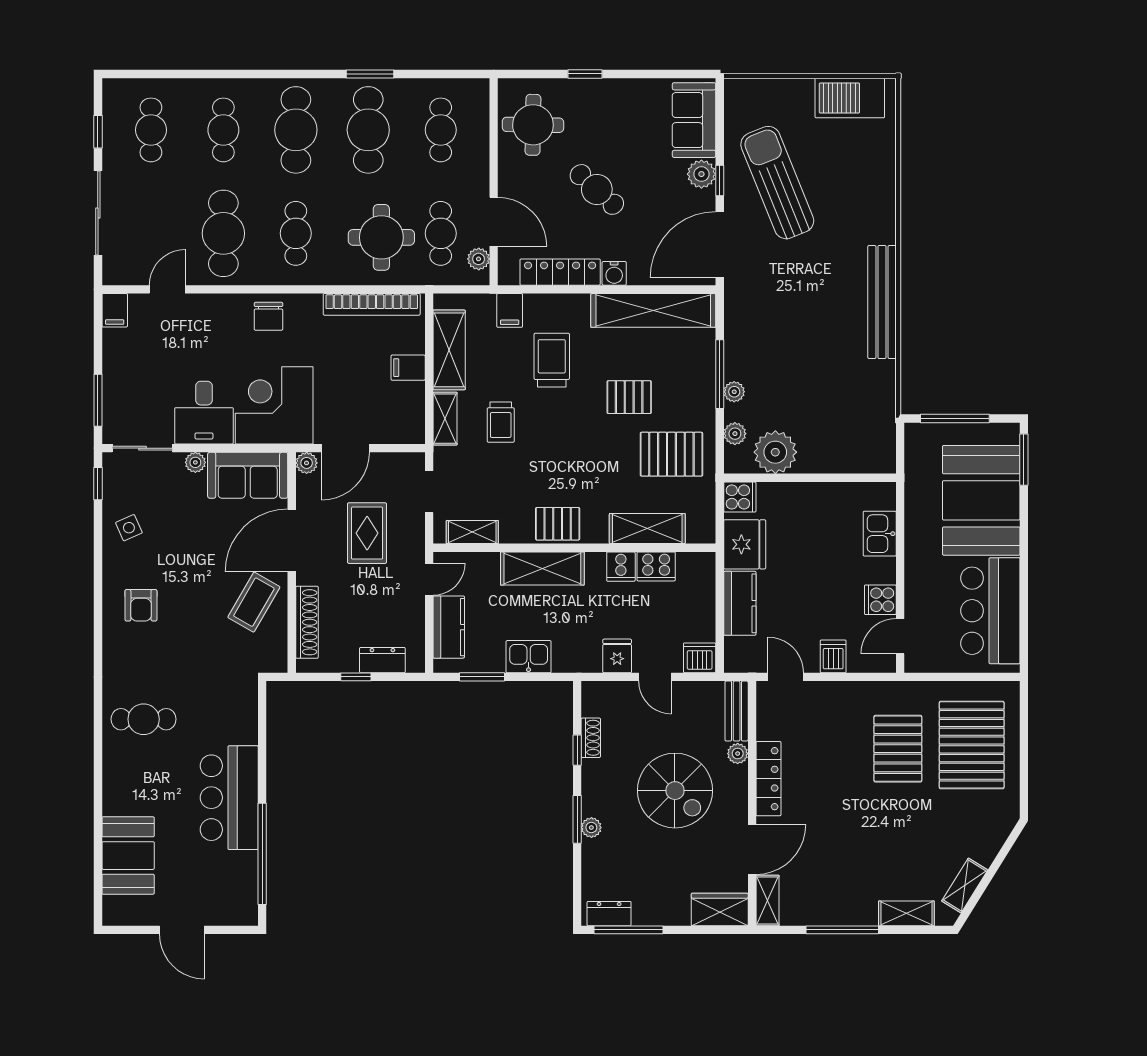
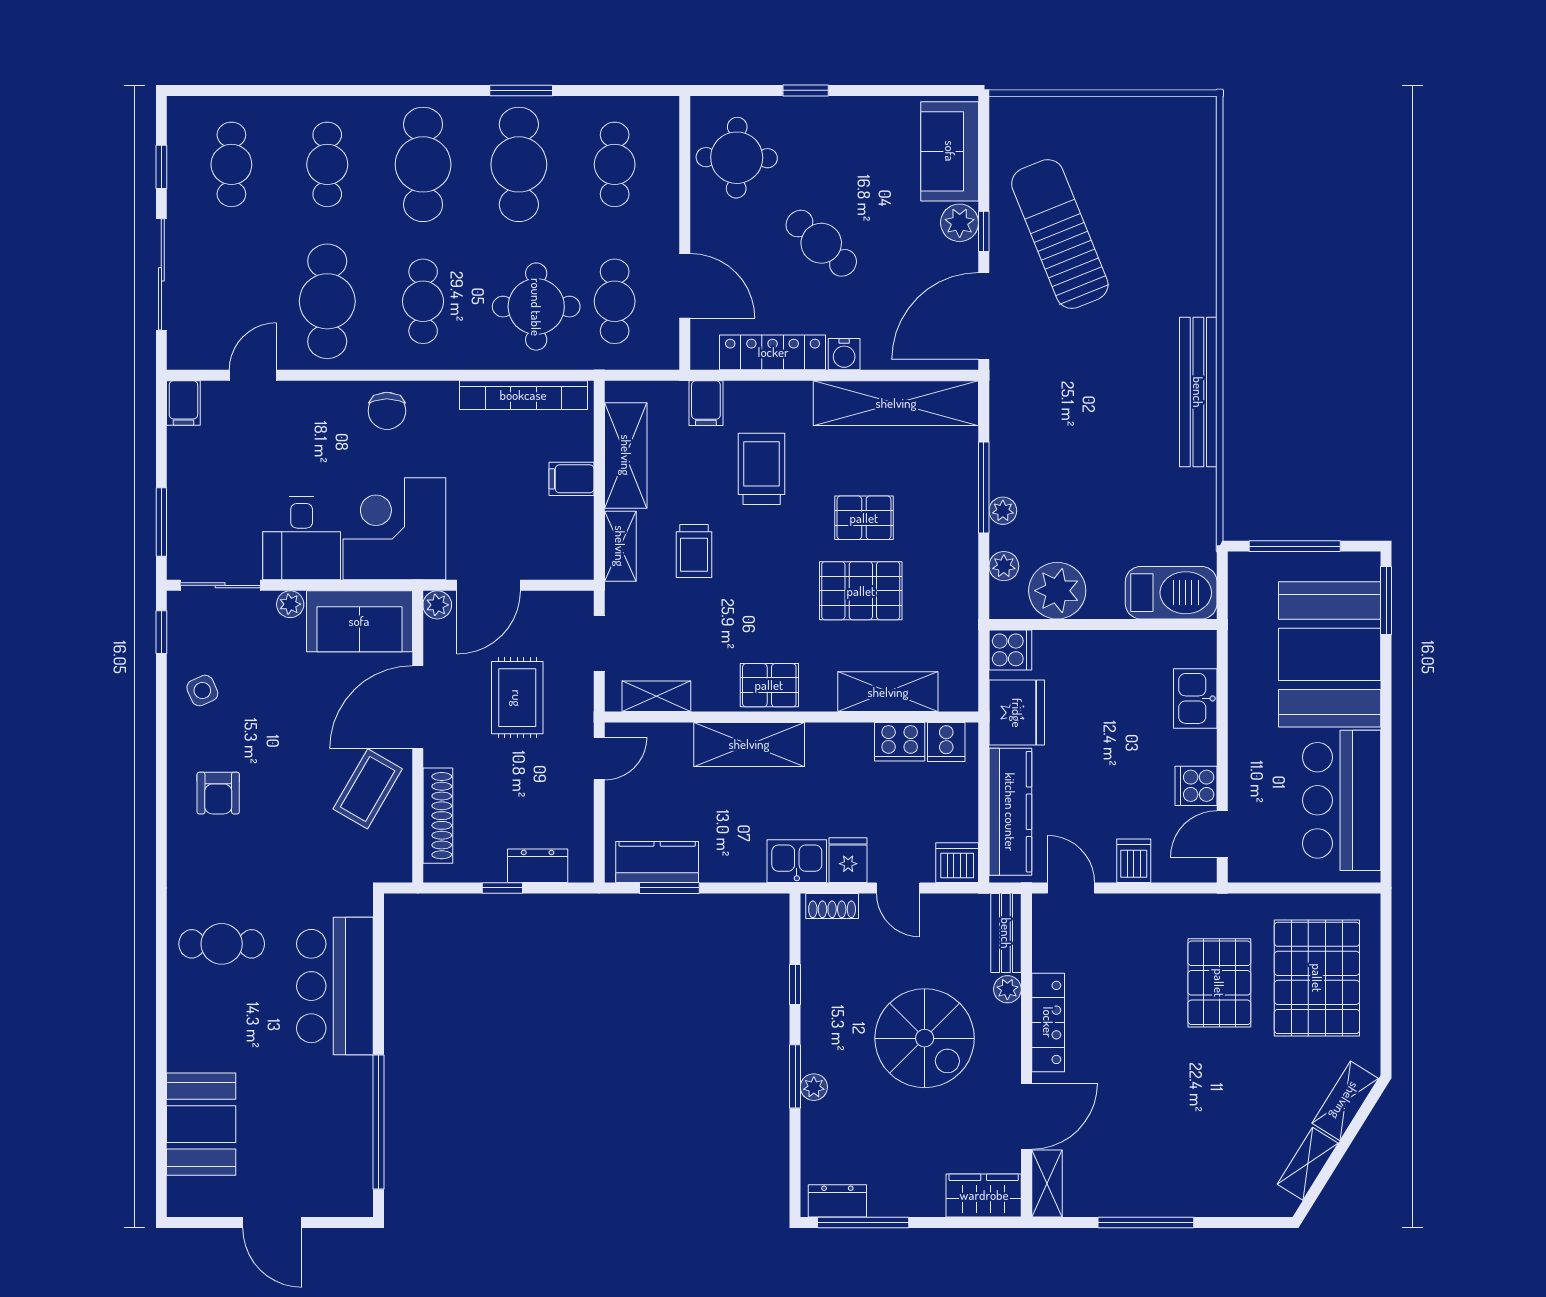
barbecue: (850, 98) -> (1171, 593), moved, turned 180
plant: (479, 259) -> (665, 335), removed
pallet: (671, 454) -> (861, 591), moved
cooker: (621, 567) -> (946, 742), moved
kitchen counter: (740, 603) -> (1010, 812), width x1.50
kitchen counter: (449, 627) -> (657, 862), moved, turned -90
kitchen sink: (529, 657) -> (797, 861), moved
shoe rack: (591, 738) -> (832, 906), moved, turned 90
bar counter: (229, 798) -> (335, 986), moved
shelving: (906, 913) -> (1345, 1101), moved, turned -58

